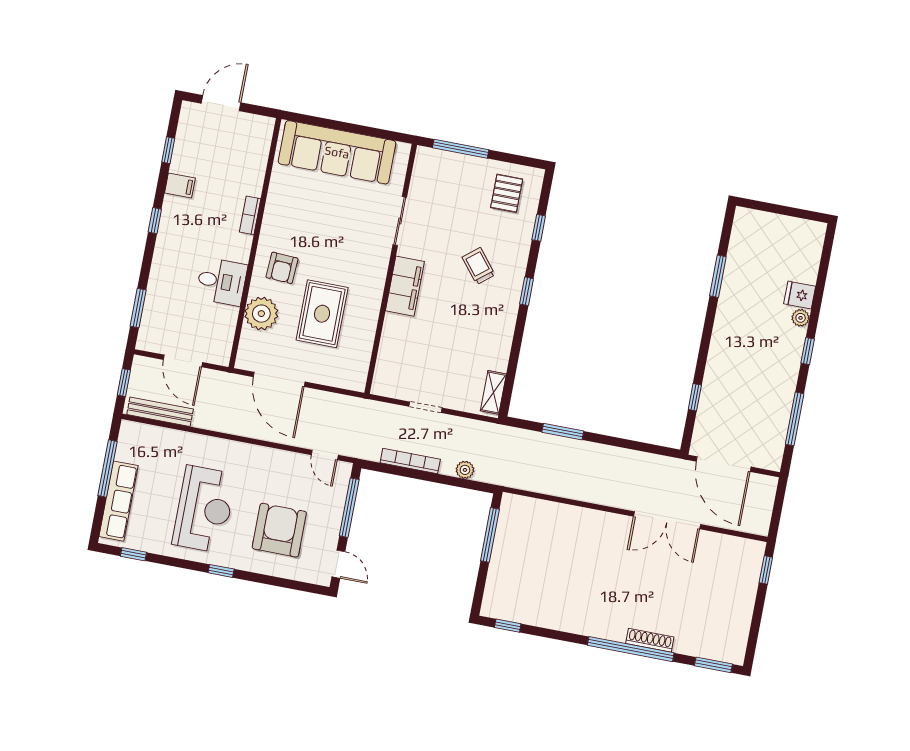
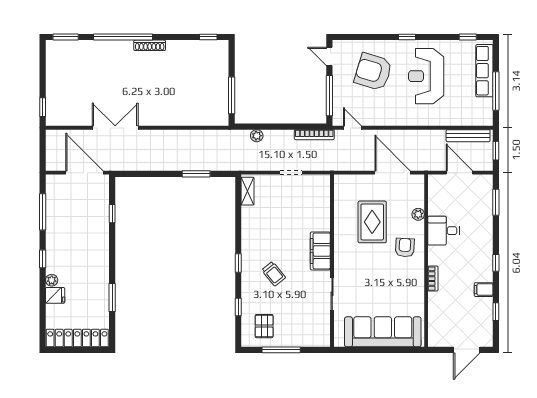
window: (461, 149) -> (281, 350), moved
locker: (779, 227) -> (77, 338), added
plant: (261, 314) -> (418, 214), width x0.53, depth x0.53
bookcase: (410, 461) -> (314, 135), moved
armchair: (279, 530) -> (373, 72), turned 107
shoe rack: (650, 640) -> (150, 45), moved

